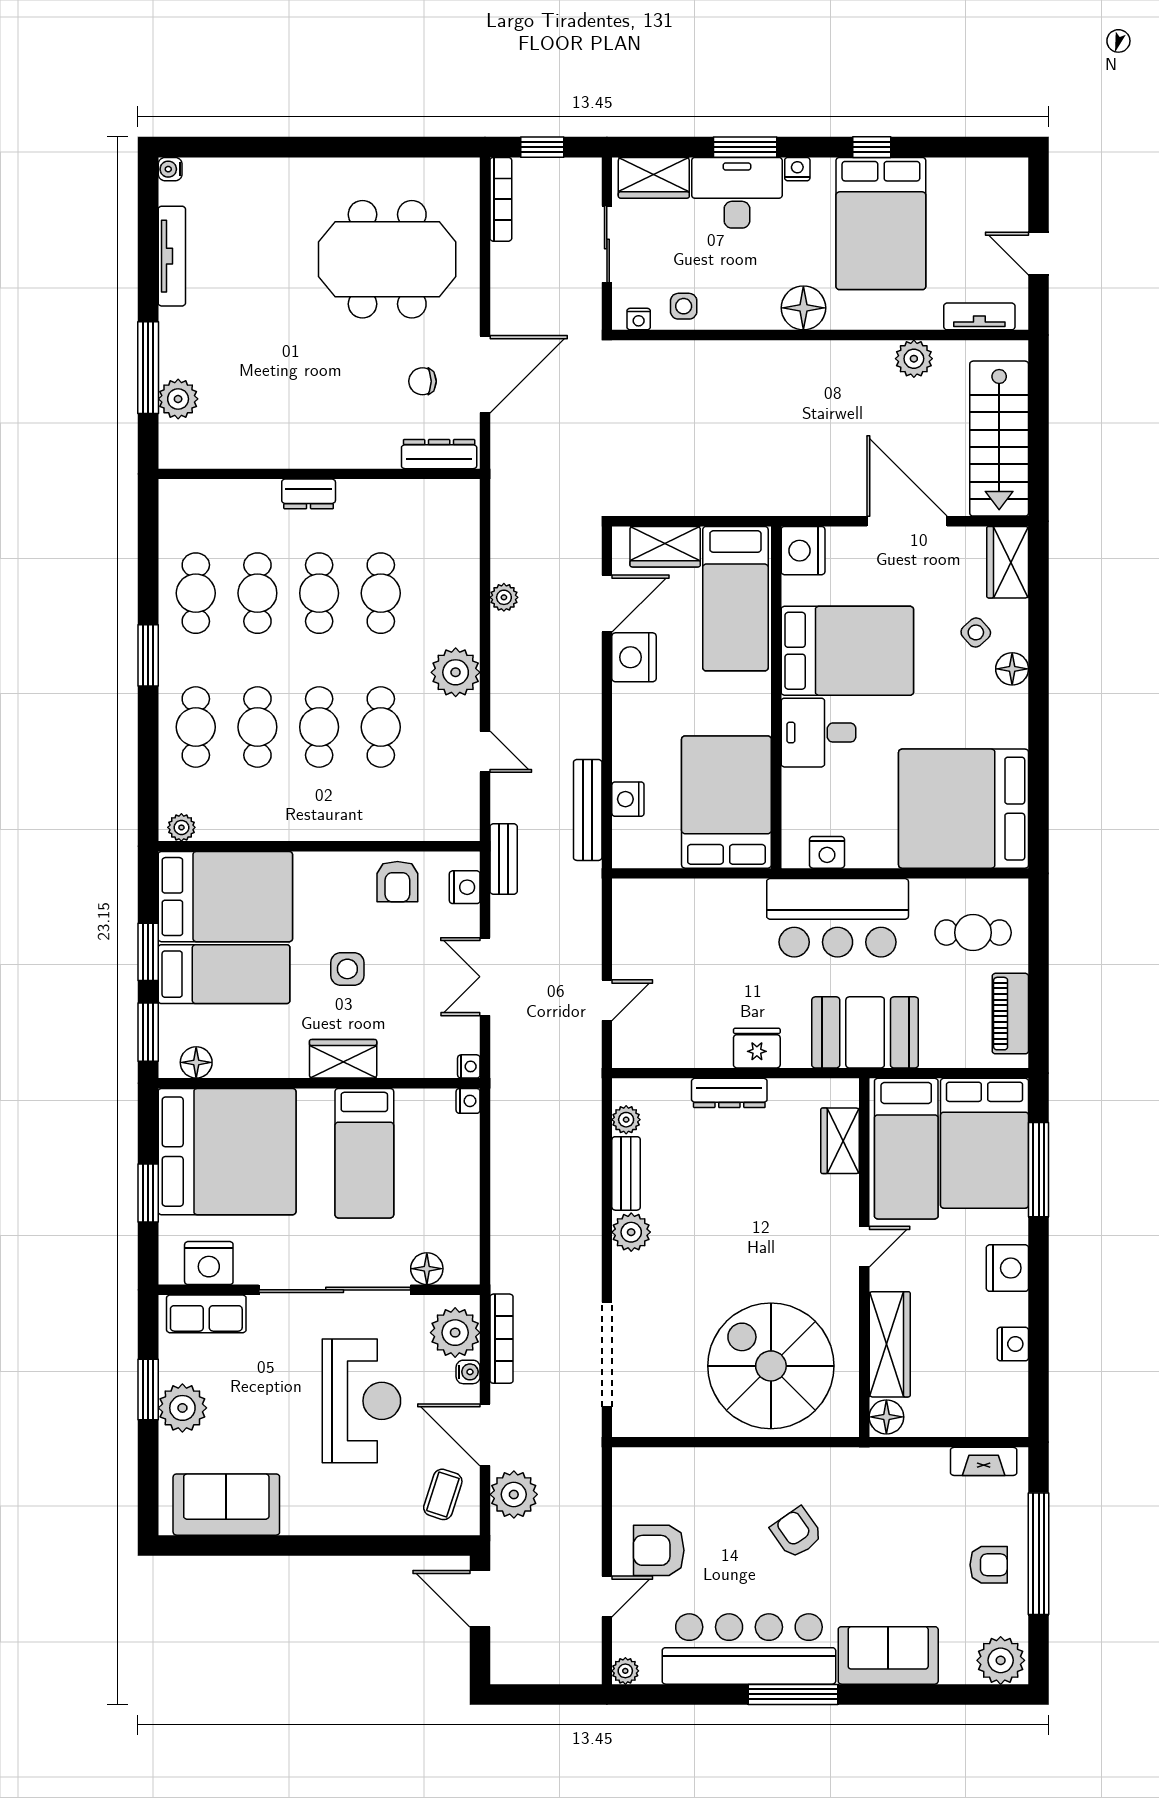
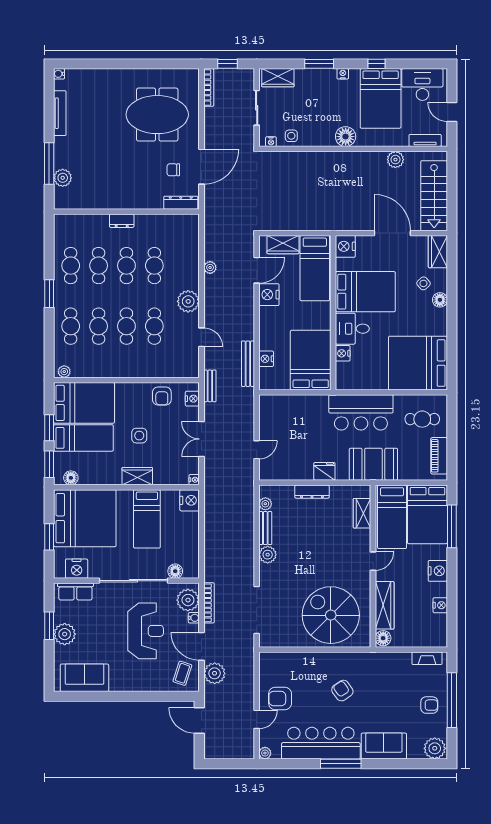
desk: (737, 193) -> (422, 84), moved
nightstand: (827, 852) -> (343, 353), moved, turned 90
nightstand: (468, 1101) -> (190, 500), width x1.89, depth x1.79

